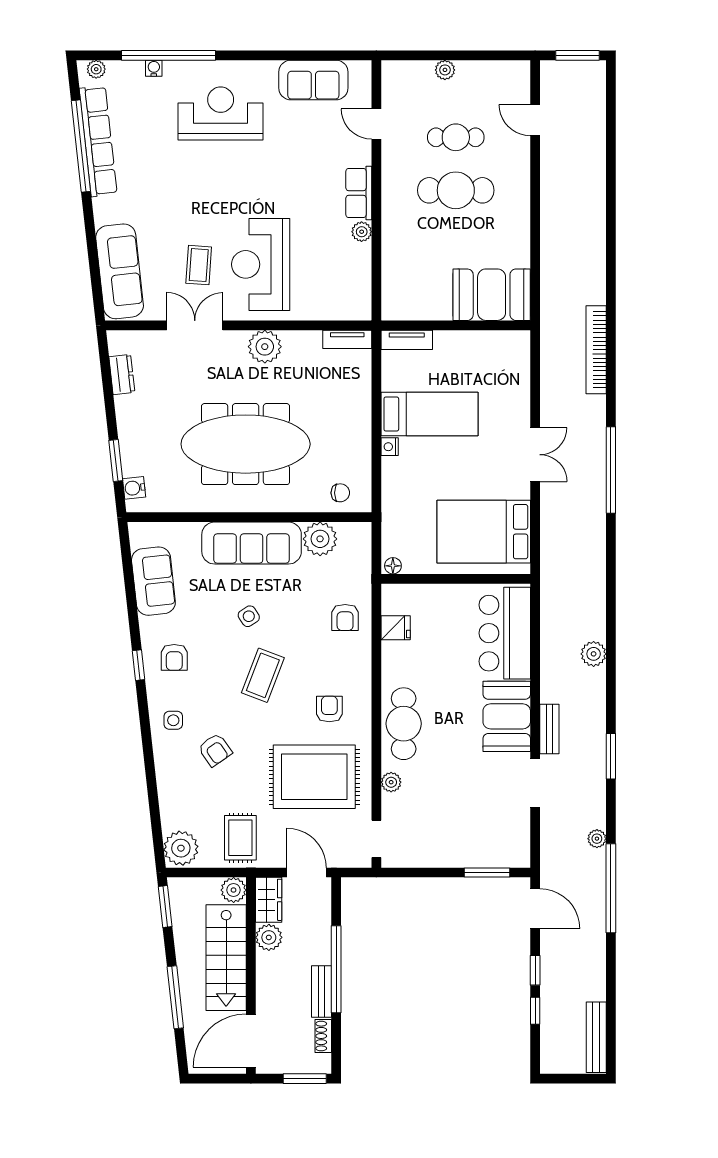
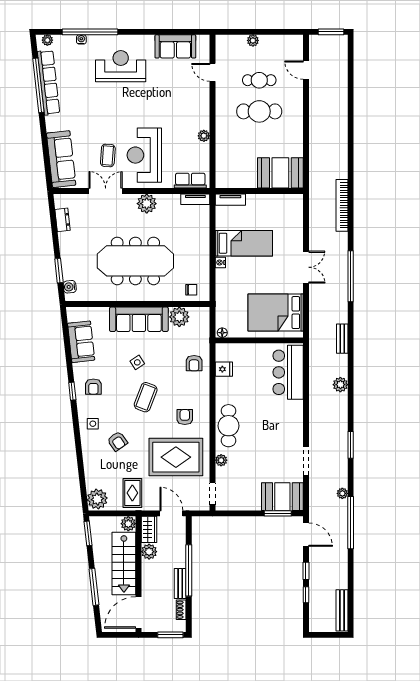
row of seats: (359, 193) -> (190, 181), moved, turned 90
booth: (507, 716) -> (282, 497), moved, turned 90
bench: (549, 729) -> (342, 339), moved

